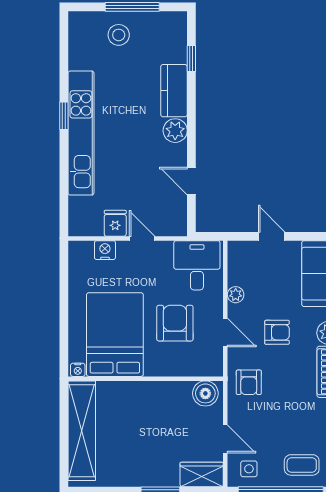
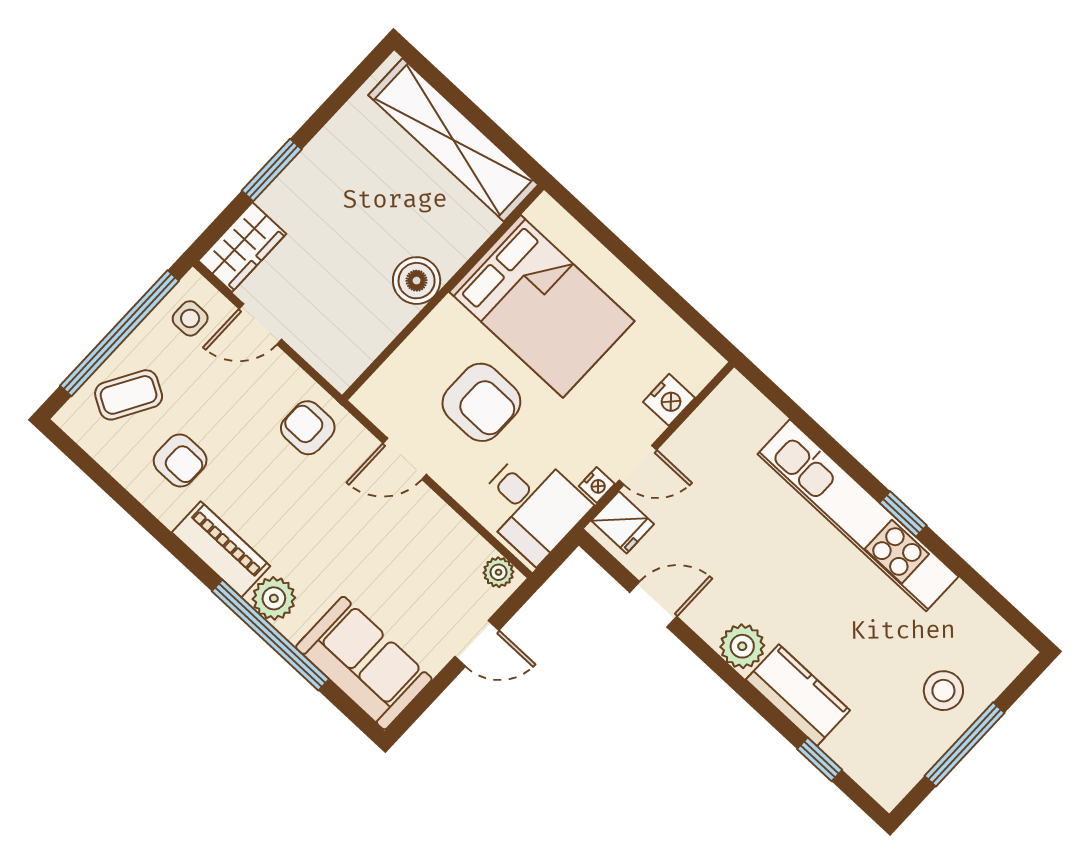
fridge: (115, 223) -> (623, 522), moved
plant: (236, 295) -> (499, 572), moved
armchair: (277, 332) -> (180, 461), moved, turned -90
nightstand: (78, 370) -> (597, 485), moved, turned 180
boiler: (205, 393) -> (417, 281), moved
coffee table: (302, 465) -> (129, 395), turned 30

